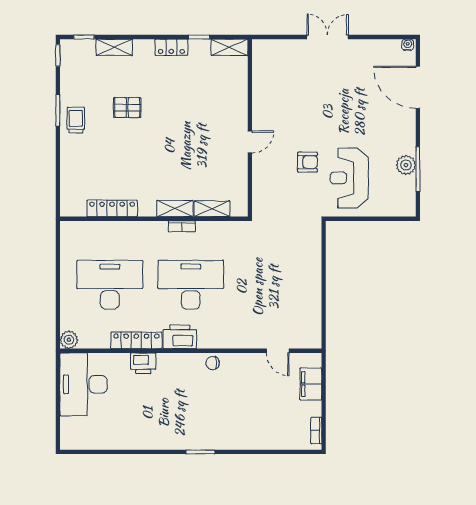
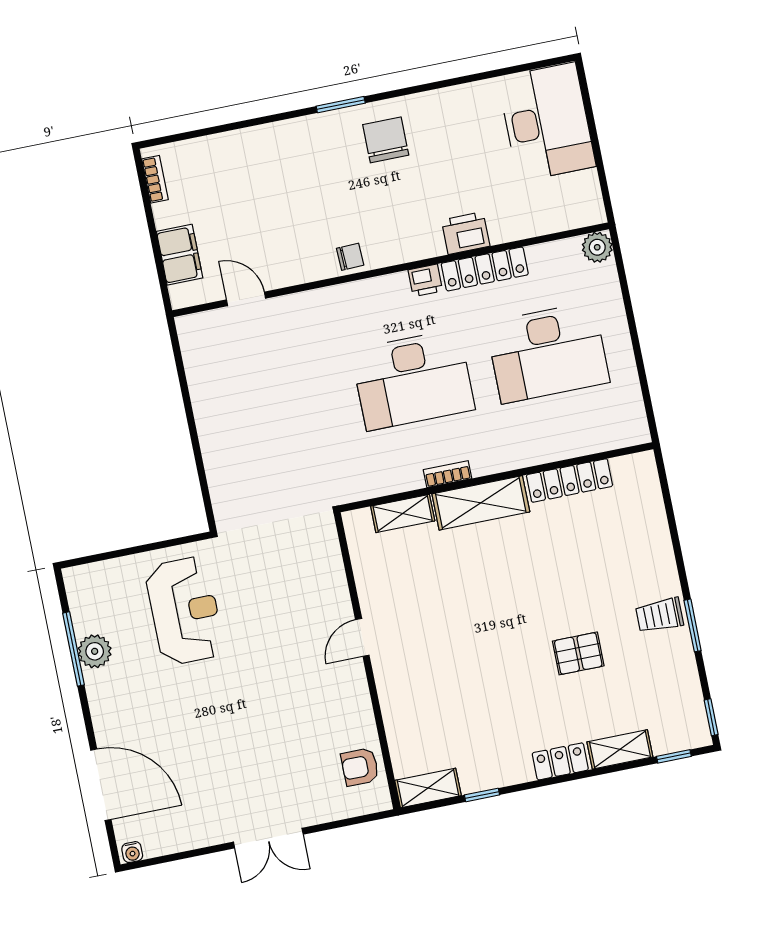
locker: (171, 47) -> (560, 761), moved
trolley: (76, 120) -> (660, 615), turned 90
armchair: (308, 162) -> (360, 767), moved
shelving: (175, 209) -> (481, 503), width x1.50, depth x1.33
printer: (180, 337) -> (425, 280), width x0.53, depth x0.68
desk: (84, 384) -> (547, 122), moved
chair: (178, 426) -> (386, 140), added

